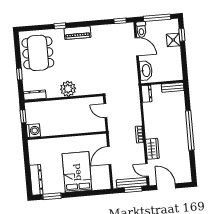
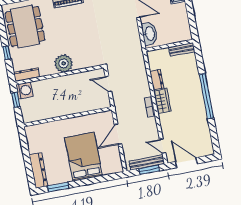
dresser: (147, 94) -> (157, 80), moved
washing machine: (33, 131) -> (25, 90), moved
wardrobe: (152, 149) -> (162, 101), moved

